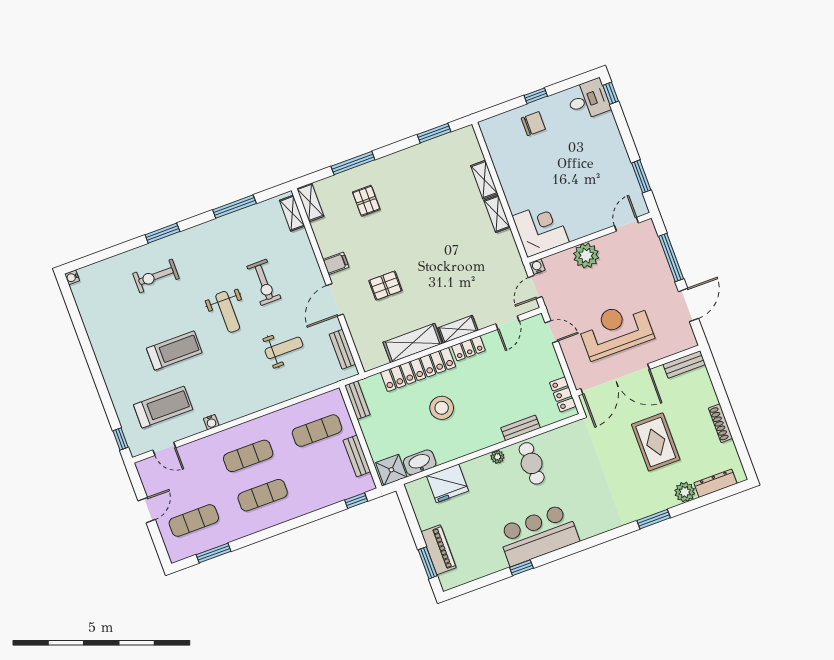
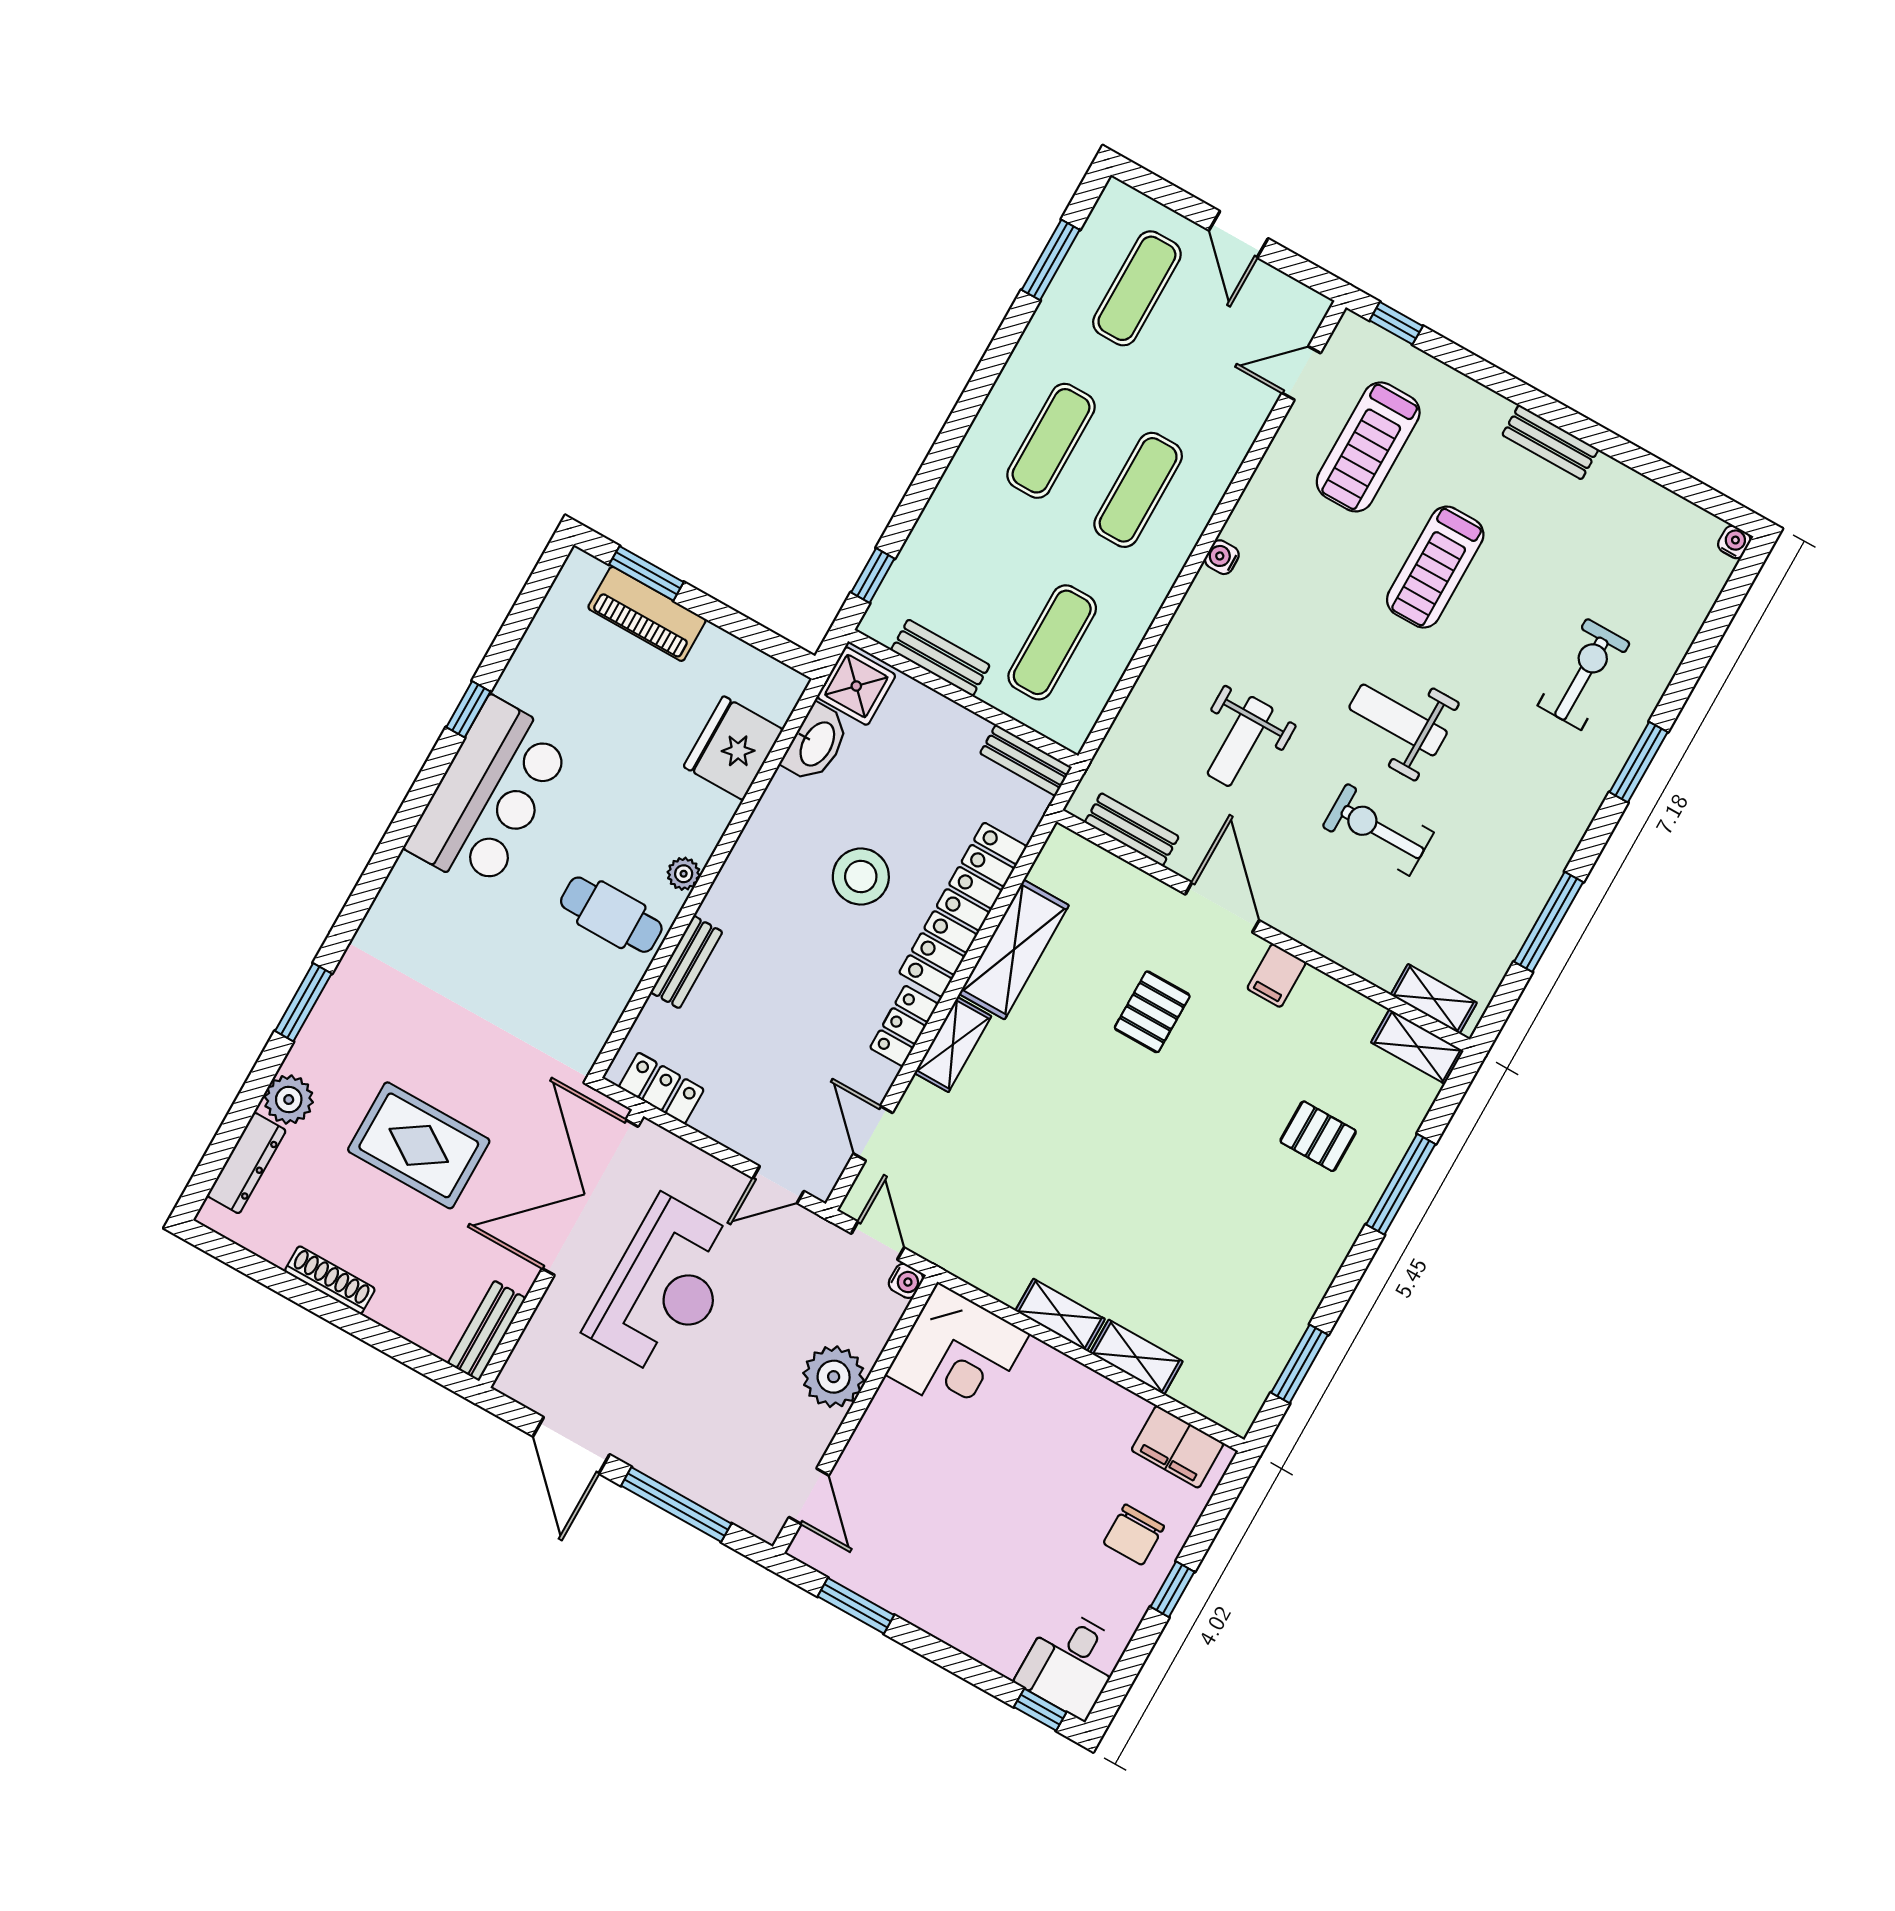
filing cabinet: (495, 140) -> (1178, 1447), added
bench: (104, 359) -> (1550, 442), added
water cooler: (211, 422) -> (1222, 557), moved

